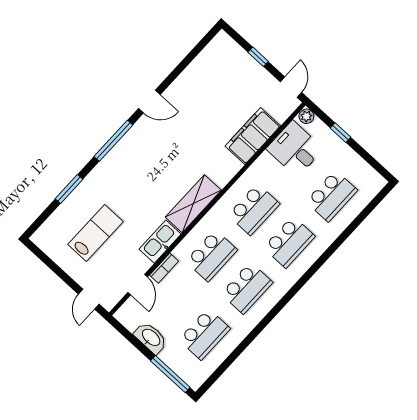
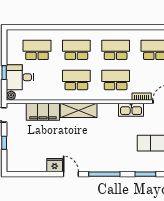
fridge: (178, 92) -> (55, 165), added
desk: (295, 149) -> (20, 77), moved, turned 90
shelving: (193, 204) -> (79, 110), moved

